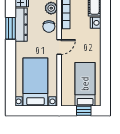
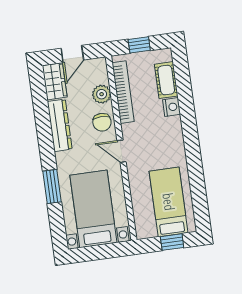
window: (11, 28) -> (52, 187), moved
door: (59, 47) -> (122, 151), swing flipped

